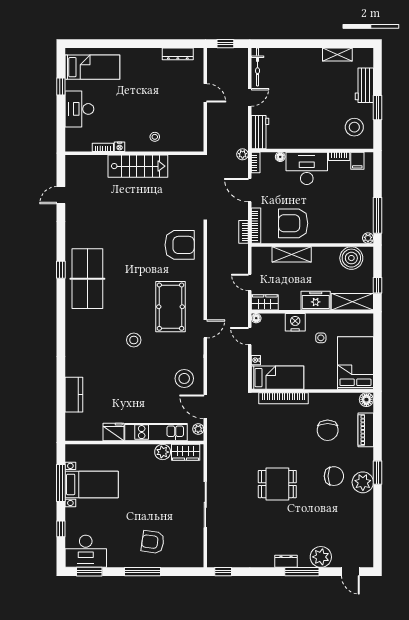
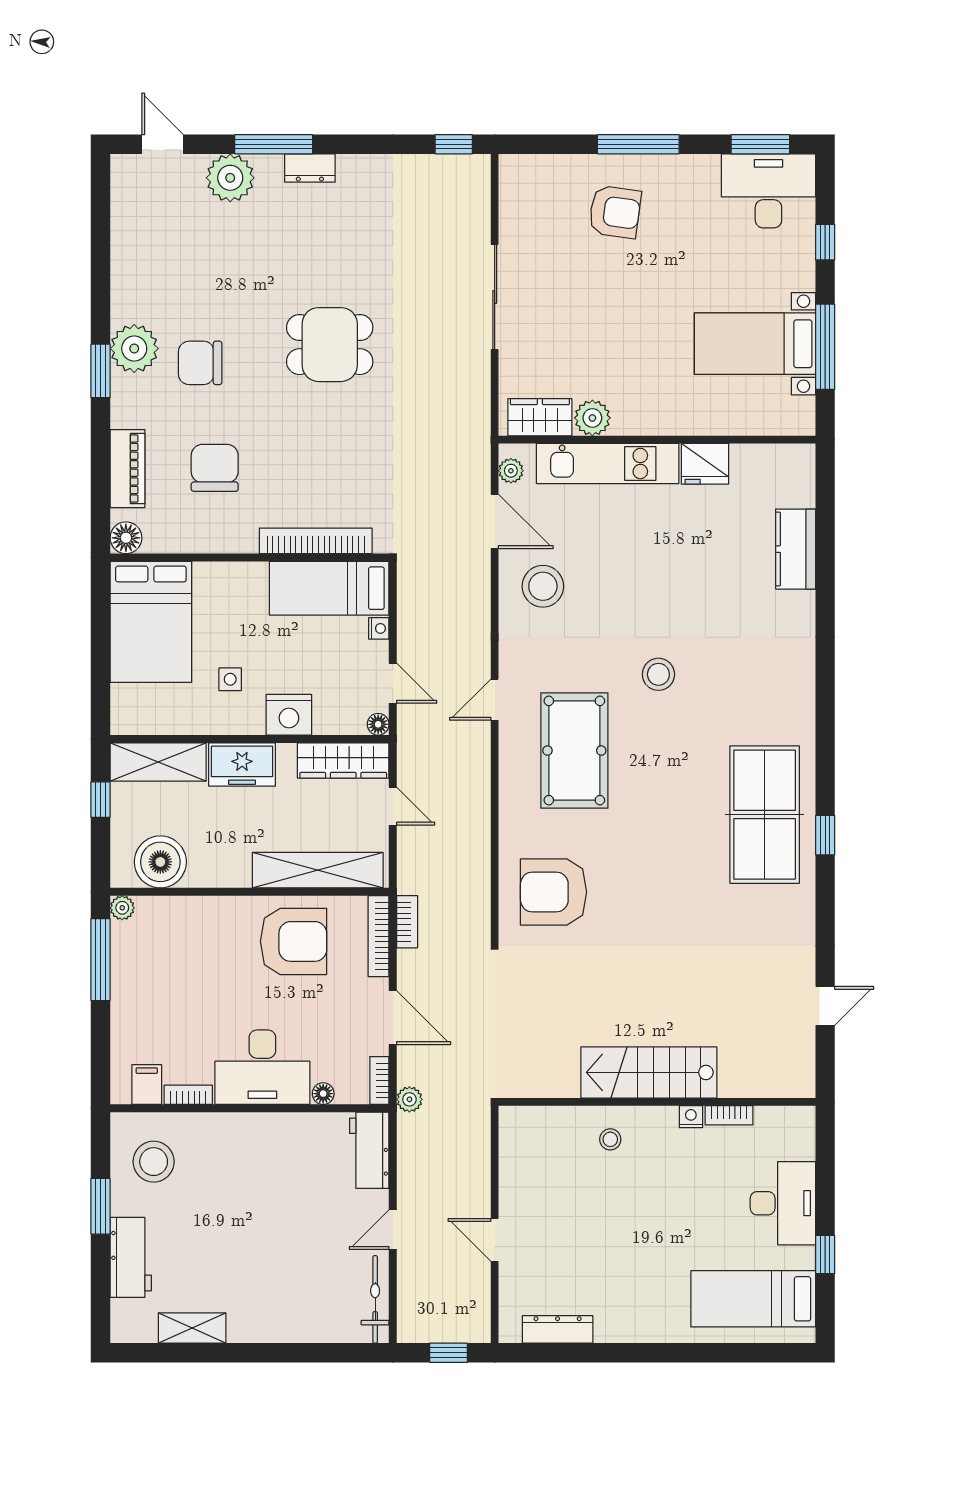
shelving: (292, 254) -> (318, 870), width x1.47
wardrobe: (265, 302) -> (343, 760), width x1.50

